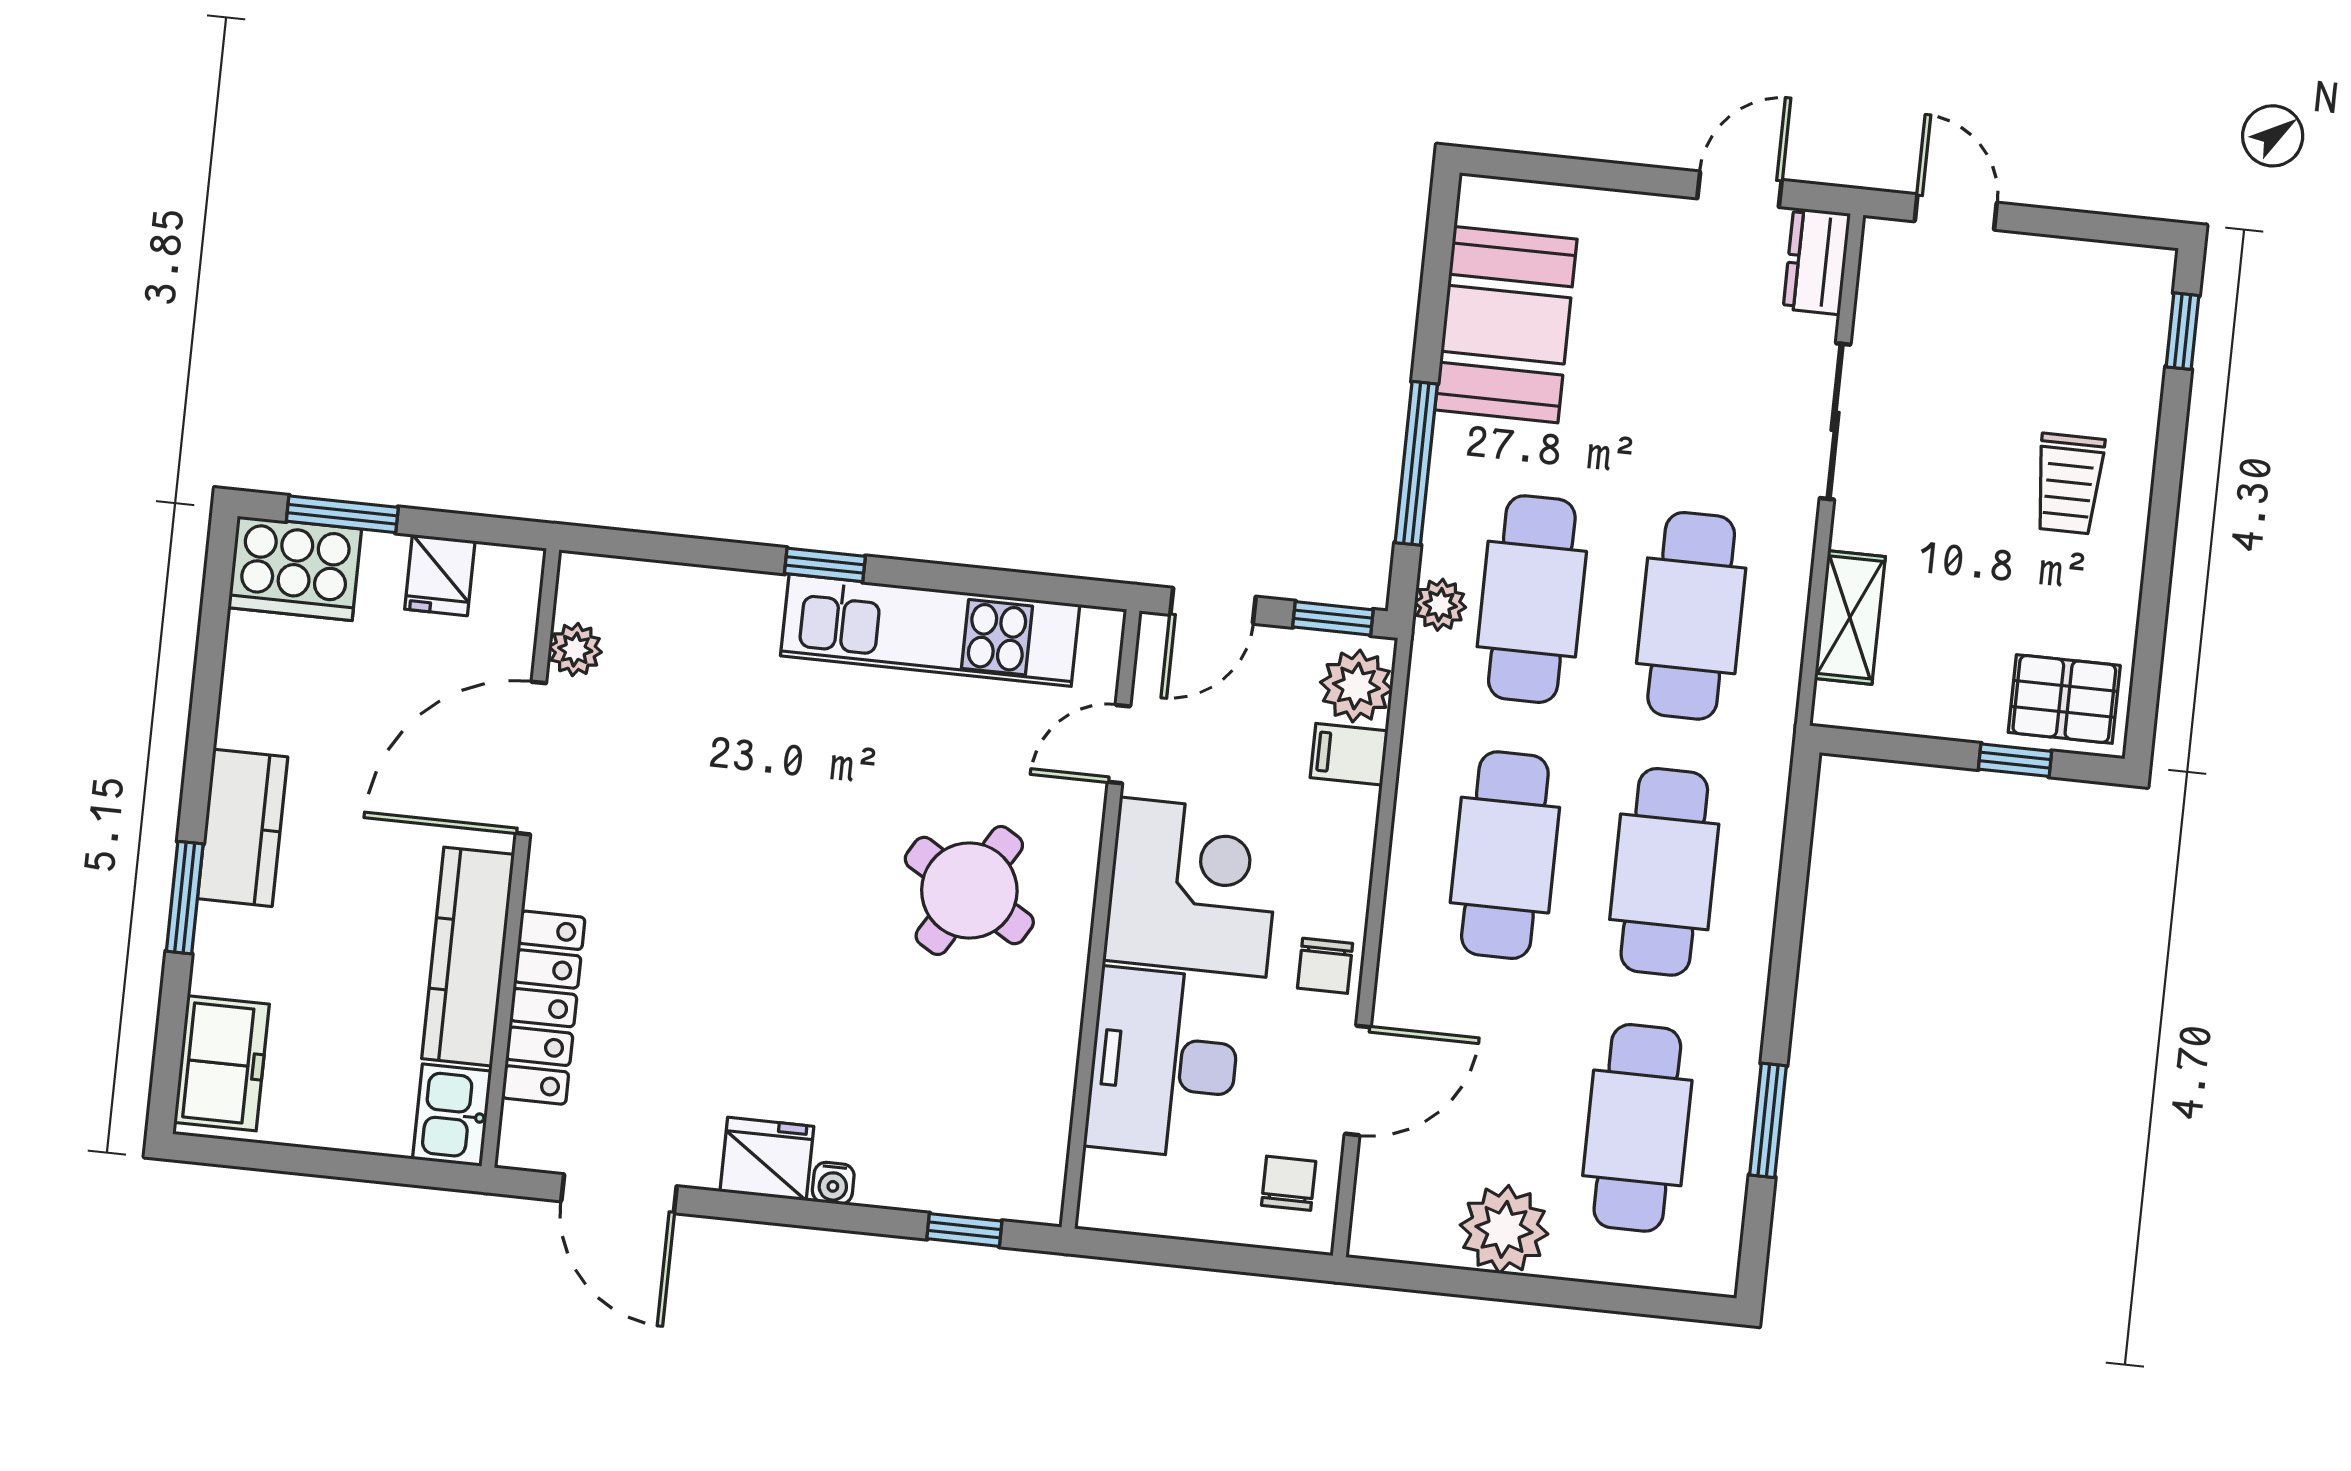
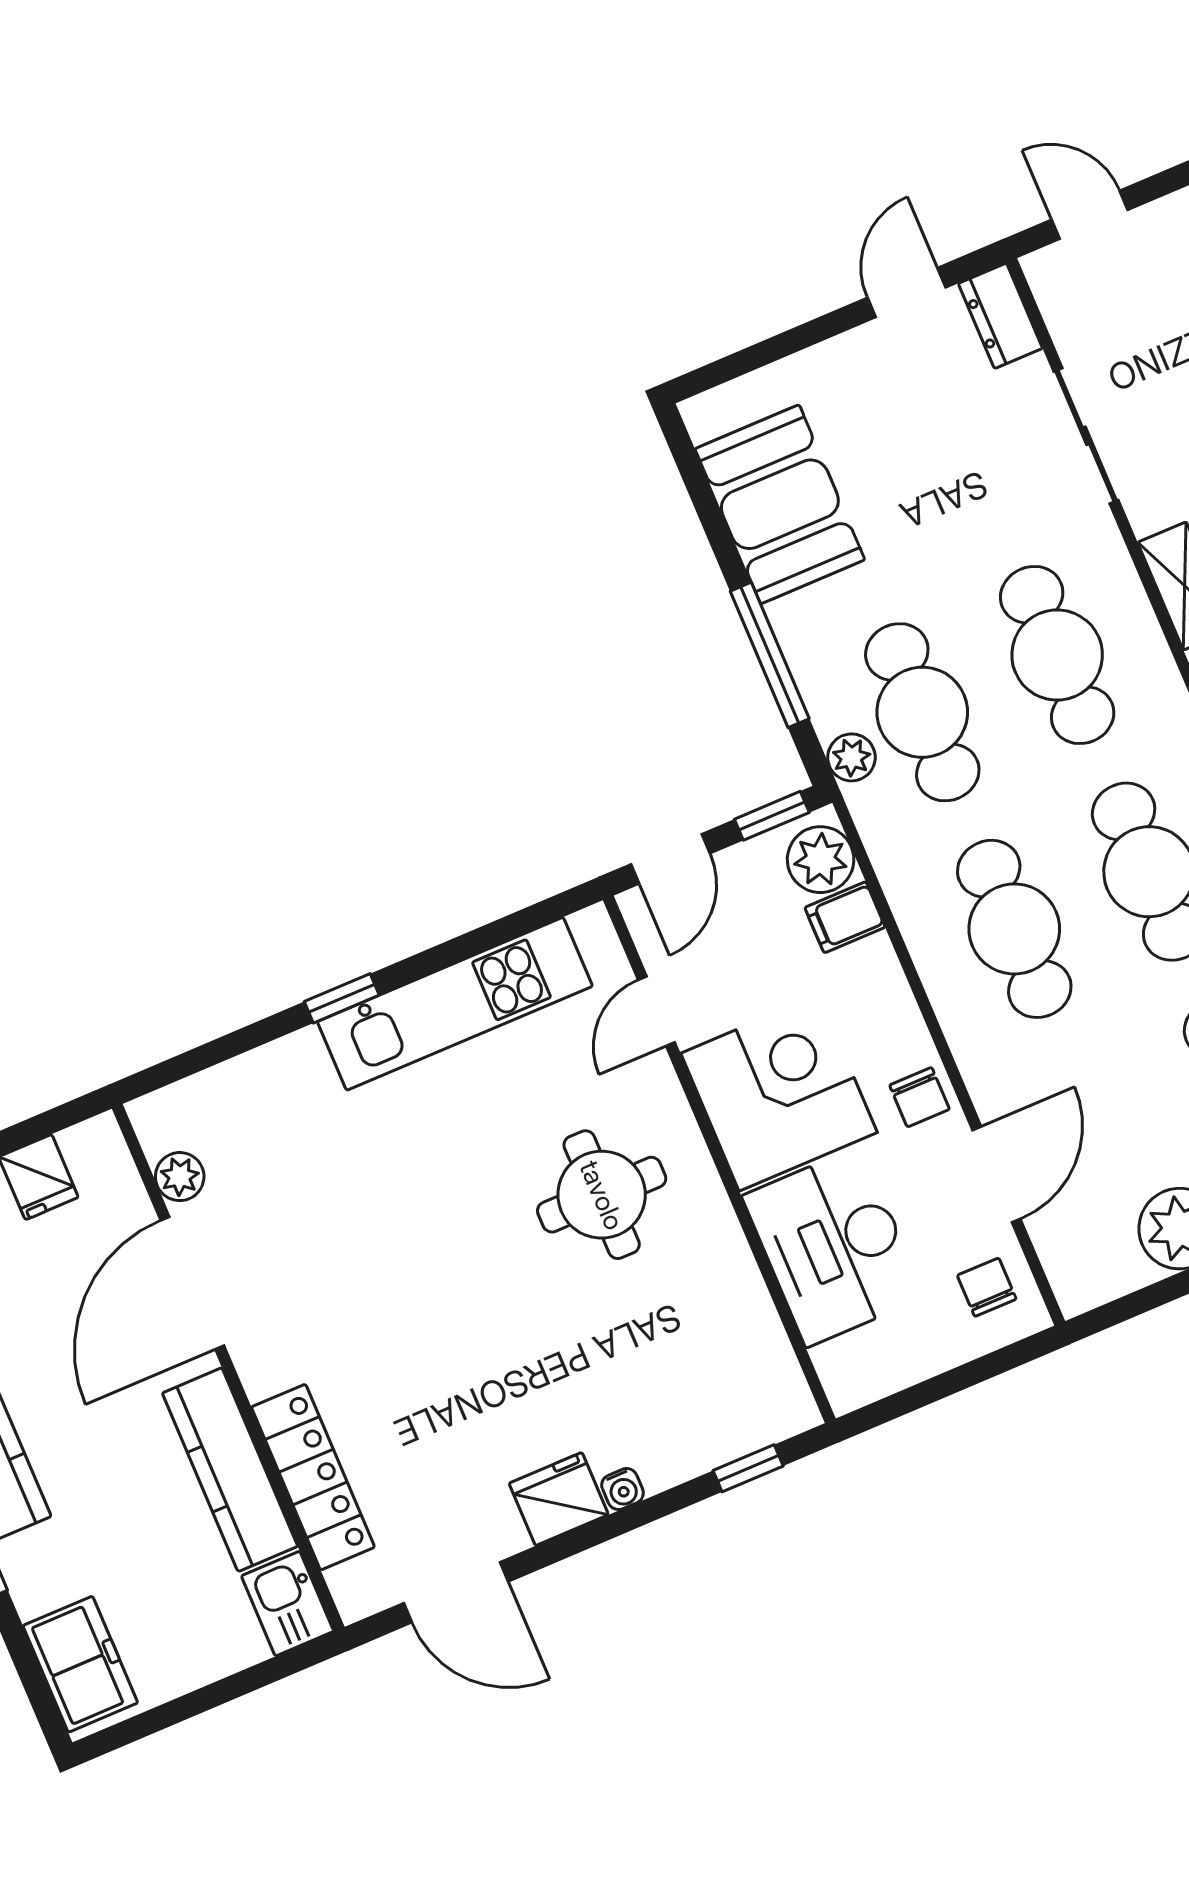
round table: (969, 890) -> (602, 1195), turned -31

